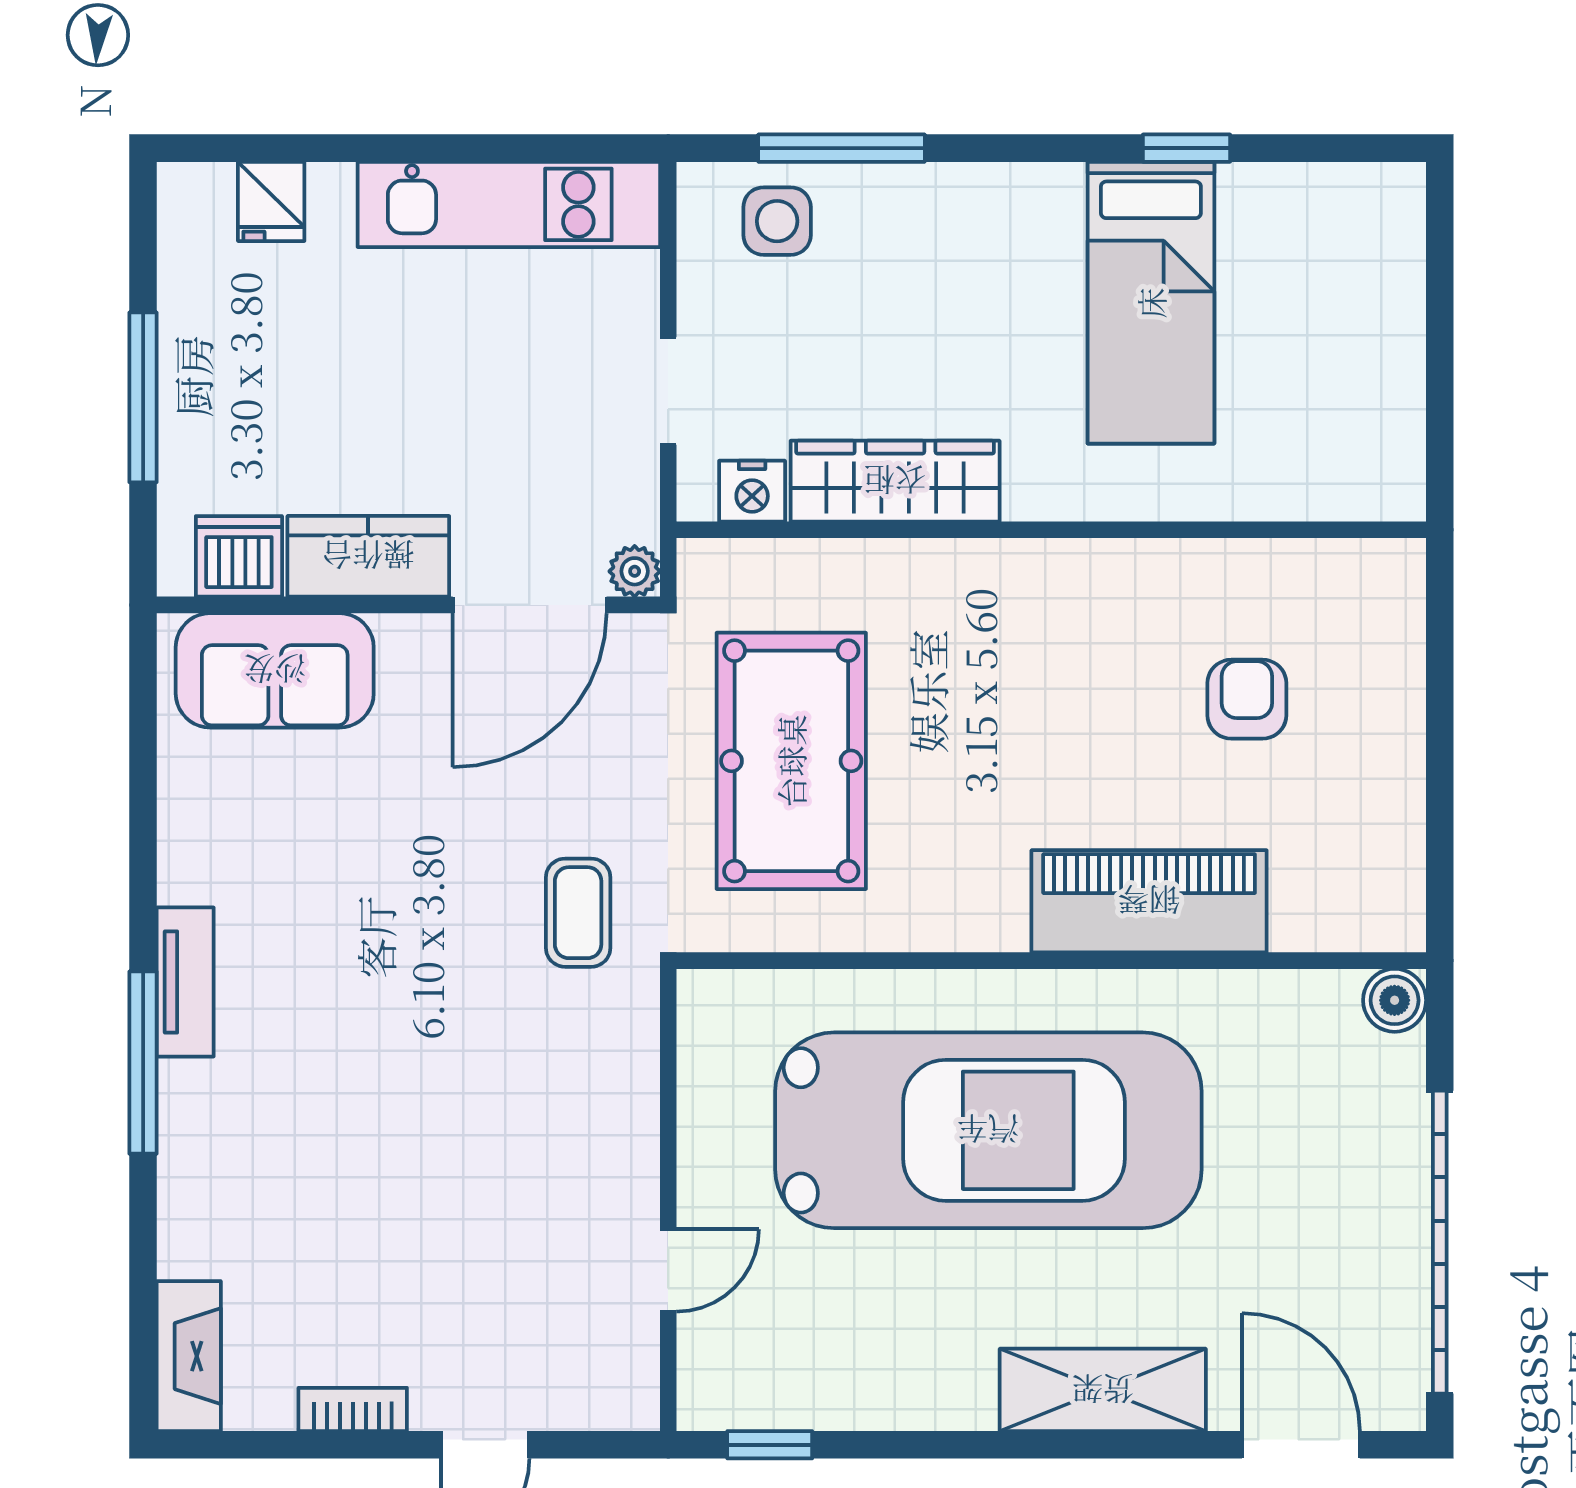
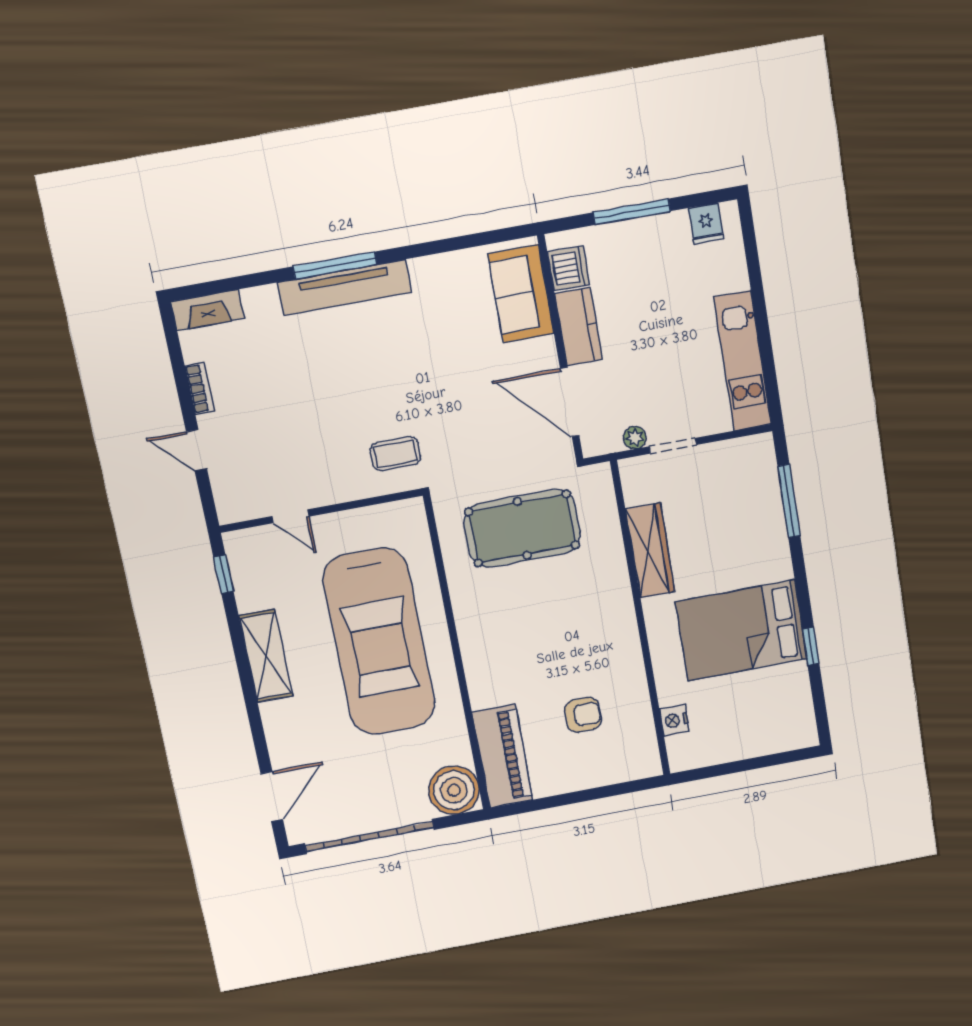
fridge: (271, 201) -> (706, 223), moved, turned -90
side table: (777, 221) -> (753, 479), removed
bed: (1151, 303) -> (741, 630), width x1.50
nightstand: (752, 491) -> (674, 720), moved
plant: (635, 571) -> (635, 438), moved
piano: (1149, 901) -> (502, 756), moved
coffee table: (578, 913) -> (395, 454), moved
tv unit: (185, 982) -> (345, 287), width x1.92, depth x1.29
boiler: (1395, 1000) -> (454, 790), width x1.86, depth x1.86
shelving: (1103, 1390) -> (266, 656), moved

